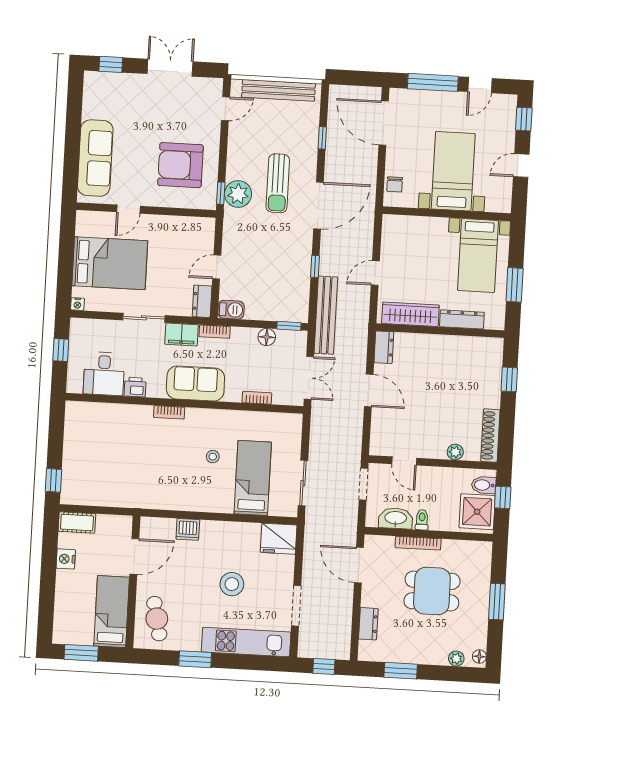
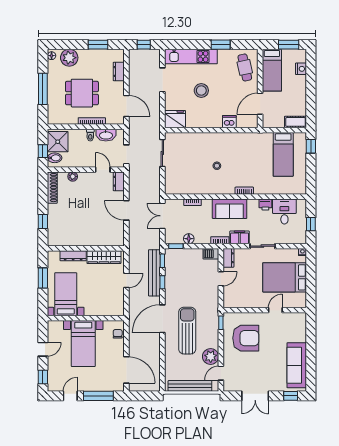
window: (322, 138) -> (162, 261), moved
sofa: (95, 158) -> (297, 365), moved
sun lounger: (278, 183) -> (187, 331), width x1.36, depth x1.34
plant: (238, 194) -> (211, 357), moved
bench: (326, 315) -> (154, 273), moved
dresser: (384, 347) -> (119, 181), moved
bed: (253, 478) -> (283, 154), moved
nightstand: (66, 559) -> (301, 69), moved
window: (497, 602) -> (43, 89), width x1.44
plant: (456, 659) -> (69, 58), width x1.87, depth x1.87

